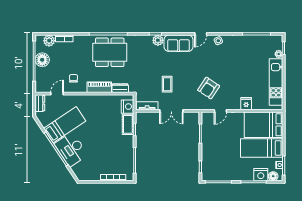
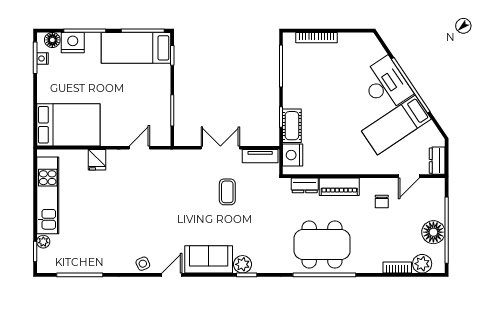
armchair: (209, 88) -> (159, 186), removed
bed: (262, 148) -> (136, 48), moved, turned 180

